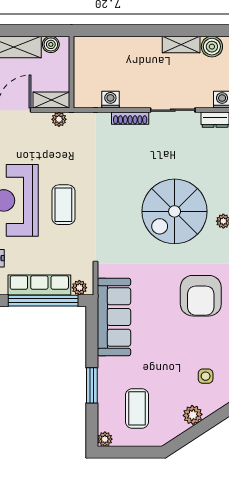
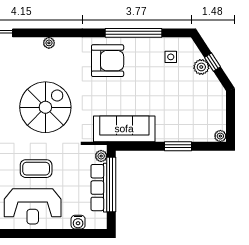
spiral stairs: (175, 211) -> (45, 107), moved, turned -90
coffee table: (137, 408) -> (196, 111), removed
window: (199, 429) -> (213, 62), added

